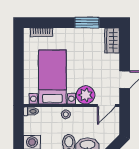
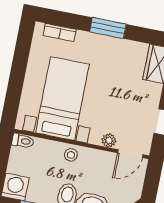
window: (87, 23) -> (108, 28), moved
plant: (86, 95) -> (109, 140), width x0.53, depth x0.53

